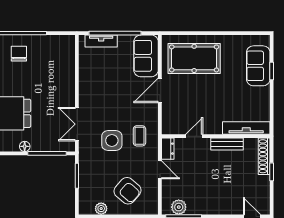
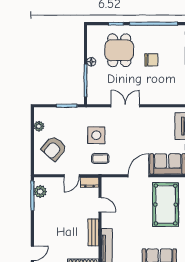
chair: (19, 54) -> (151, 60), moved
door: (160, 90) -> (139, 176), hinge flipped
double door: (77, 124) -> (125, 106), moved

